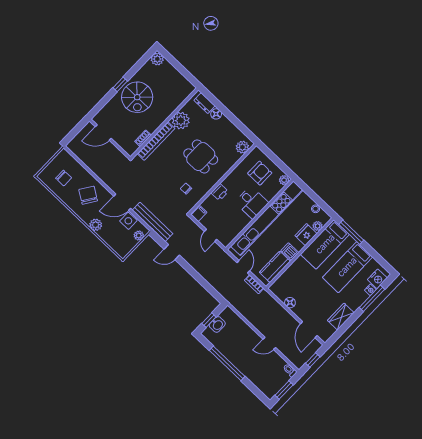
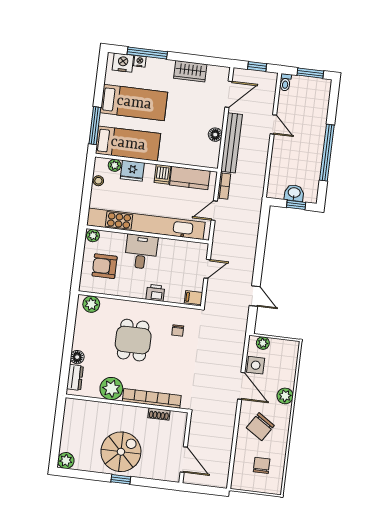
bench: (153, 222) -> (232, 143), moved

